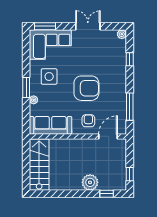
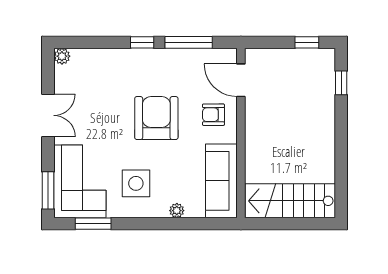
double door: (88, 26) -> (48, 115), swing flipped
window: (130, 59) -> (142, 42), moved
window: (26, 87) -> (93, 224), moved
plant: (90, 182) -> (321, 112), removed

